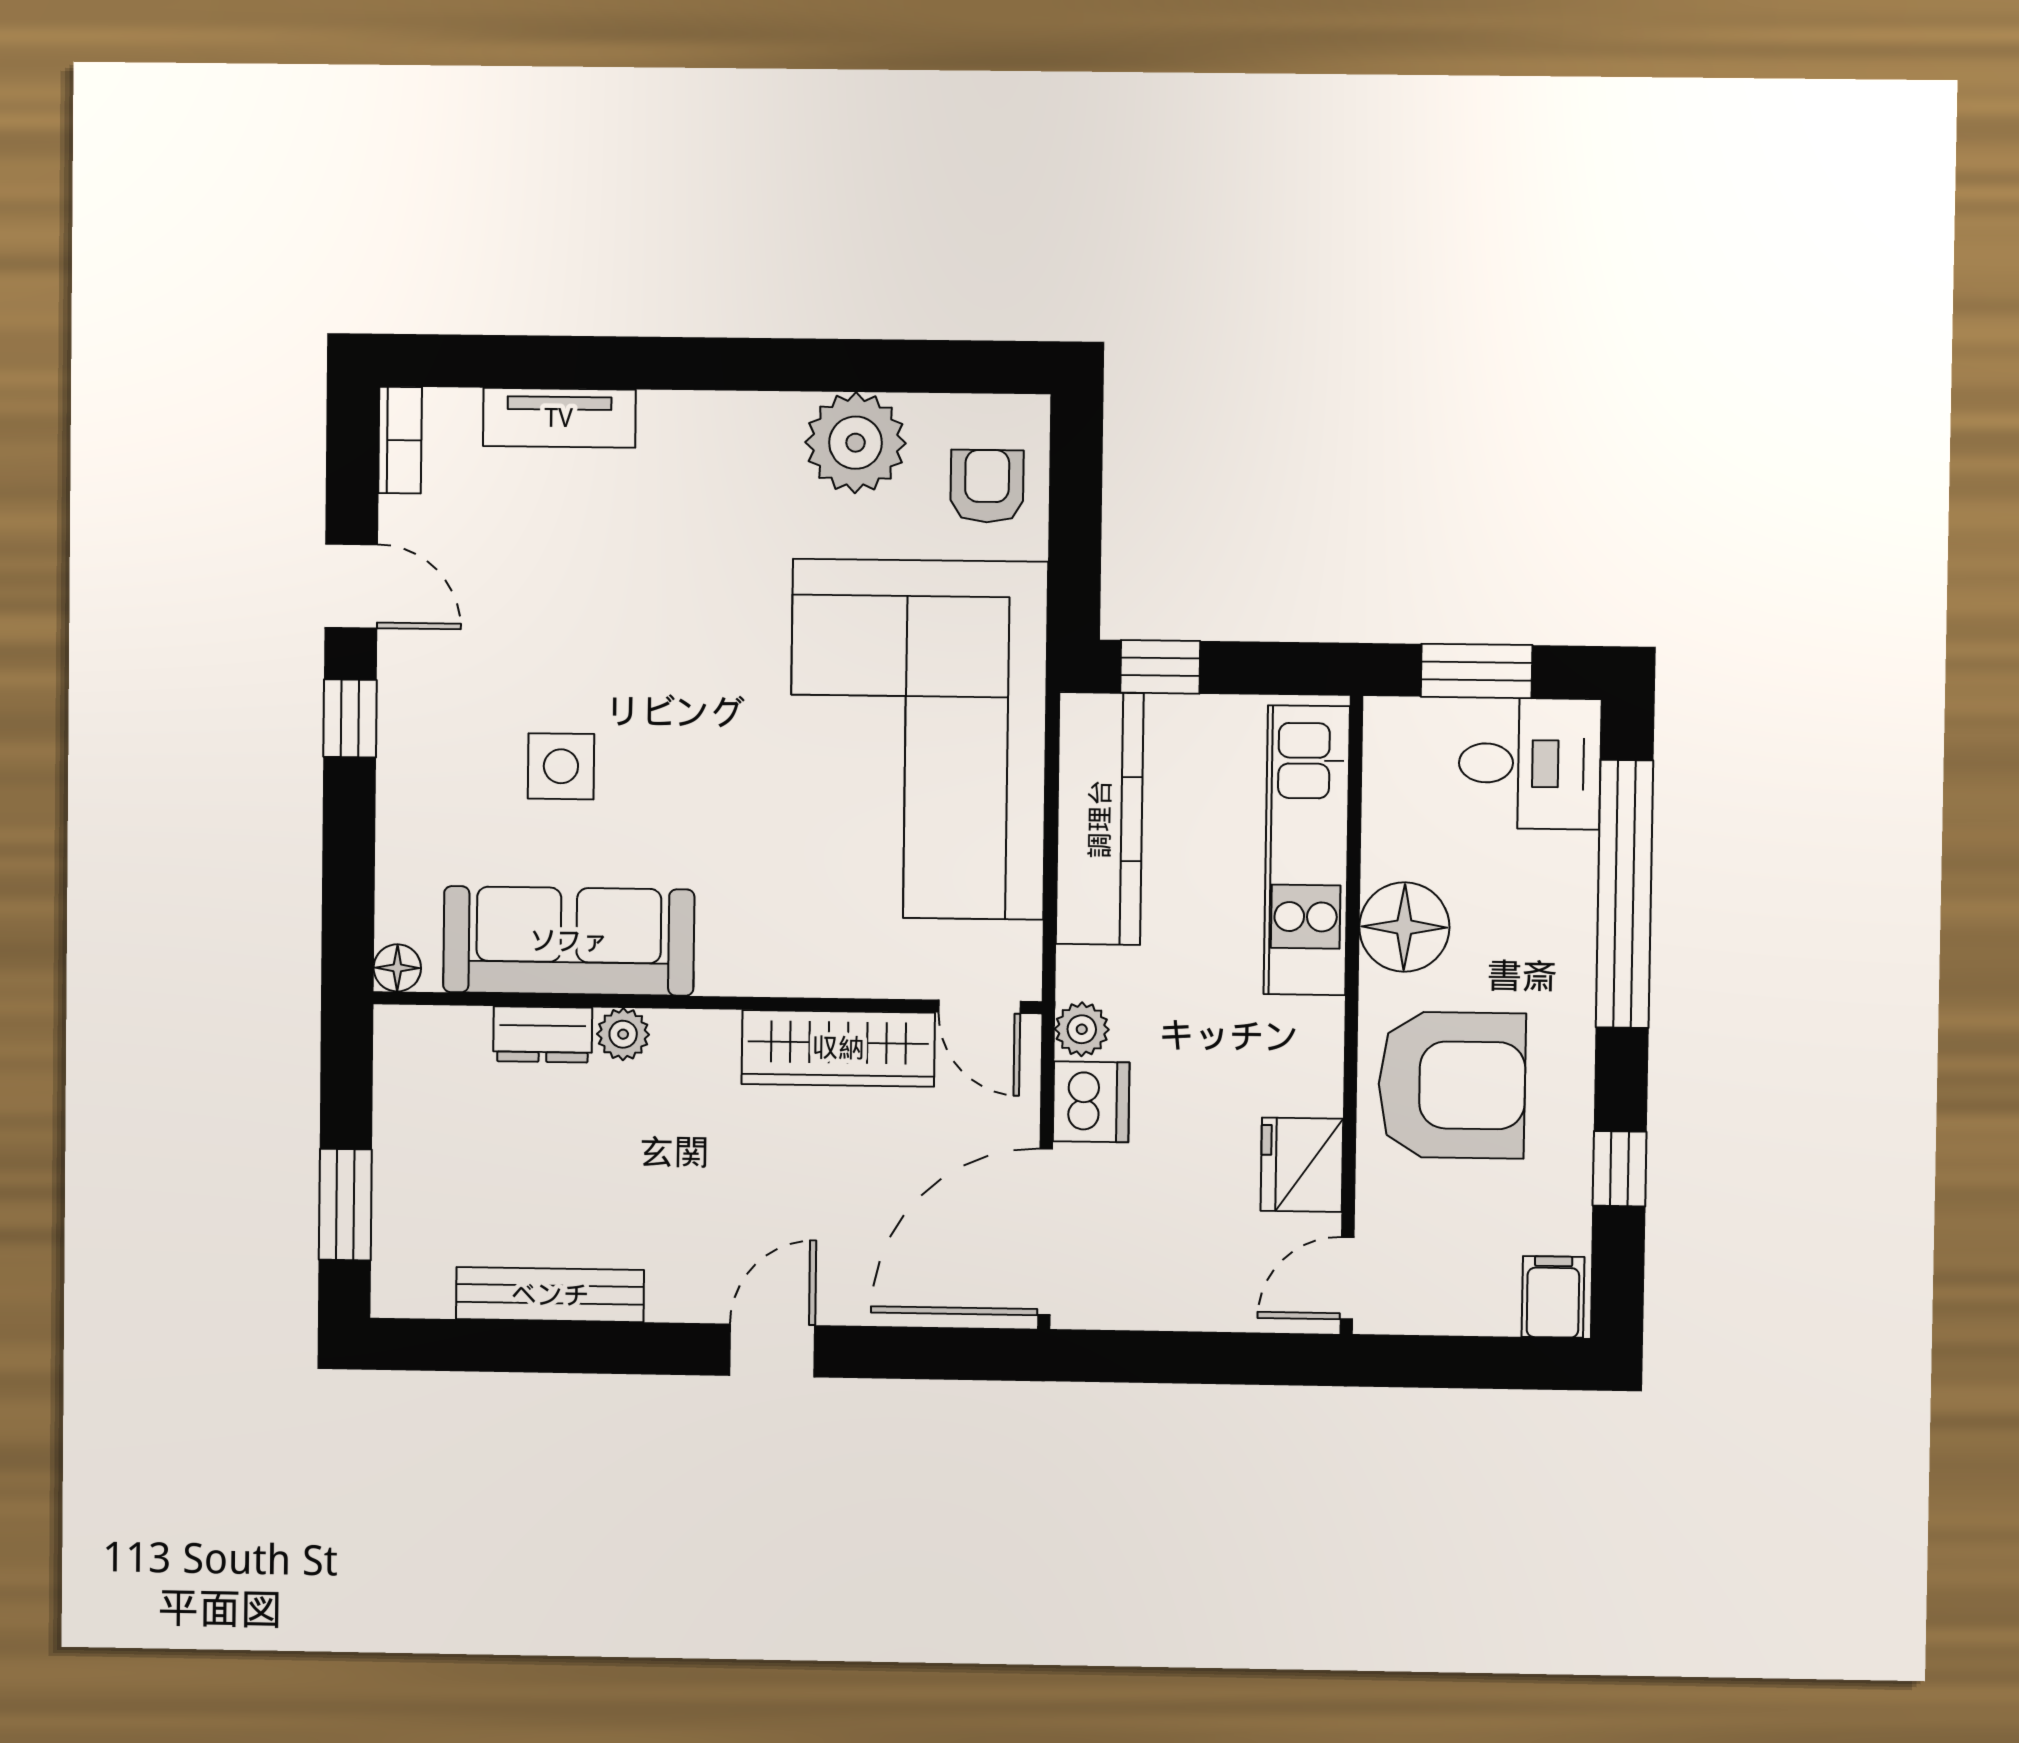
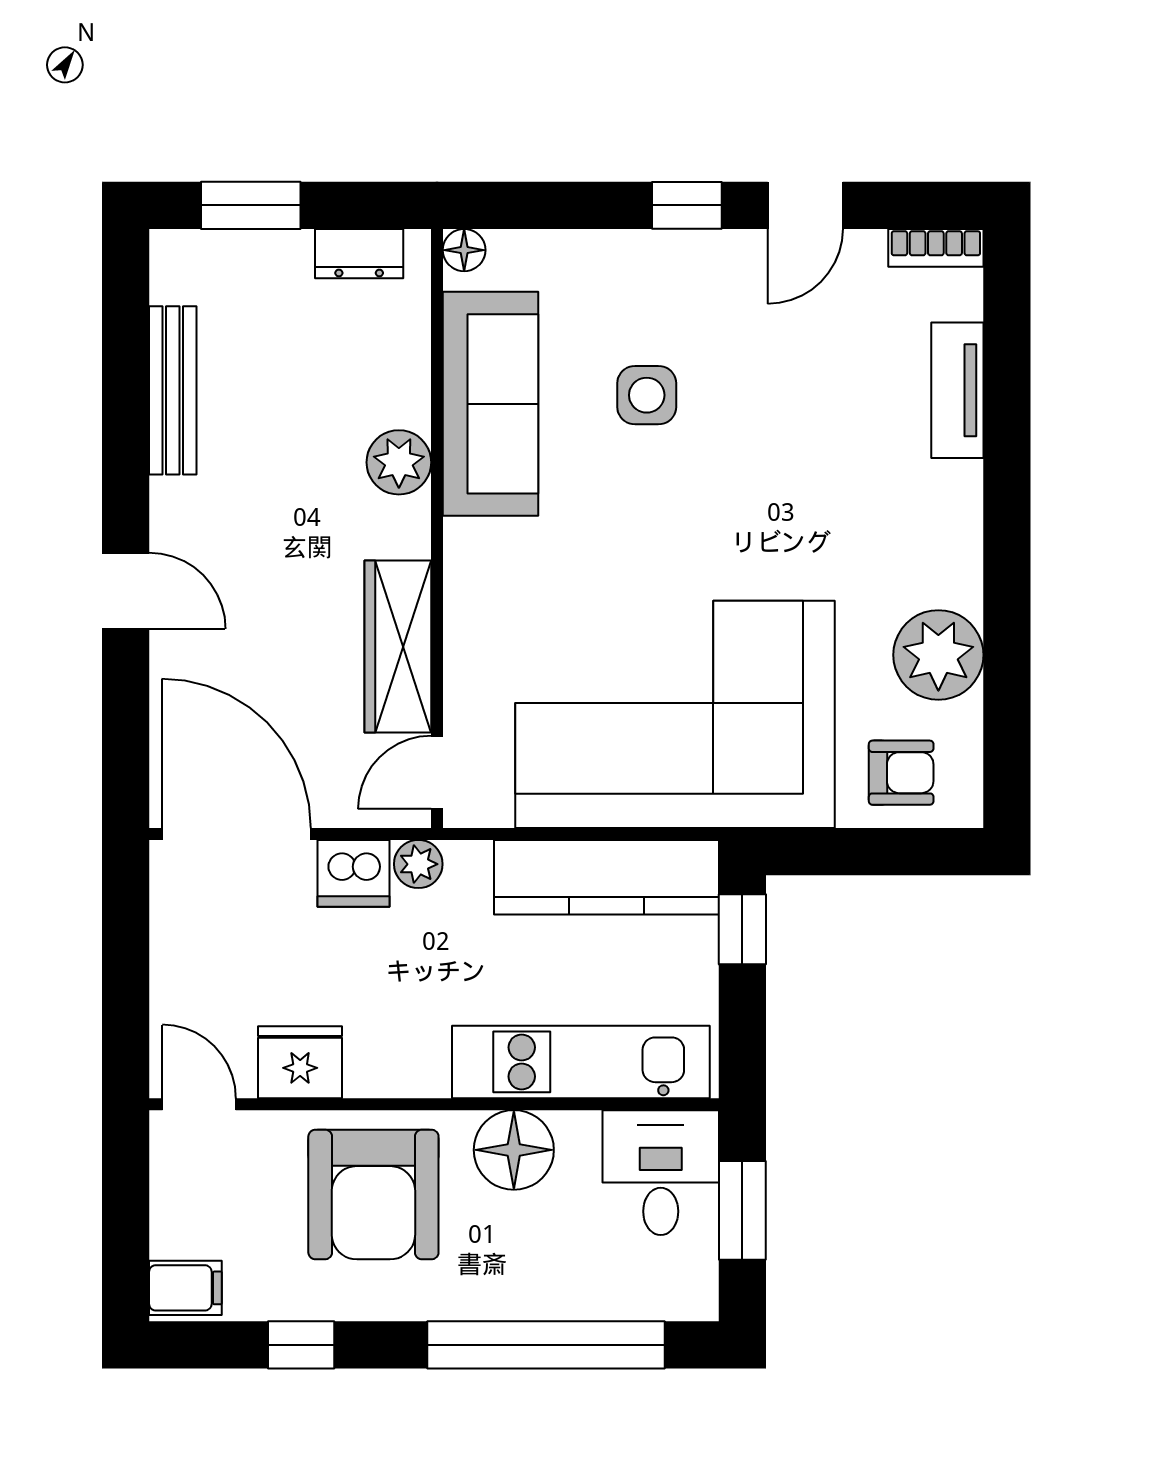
desk: (1530, 763) -> (661, 1173), moved, turned 180
dresser: (543, 1034) -> (359, 254), moved, turned -90
plant: (623, 1034) -> (399, 462), width x1.38, depth x1.38

